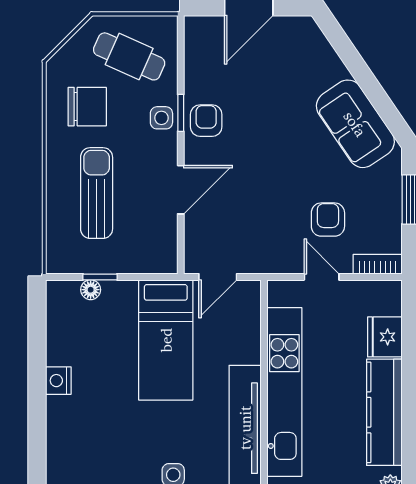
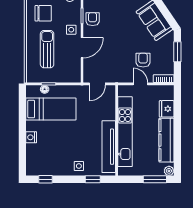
side table: (161, 118) -> (71, 30), moved
bed: (166, 340) -> (51, 109), moved, turned -90
nightstand: (58, 381) -> (31, 137), moved

